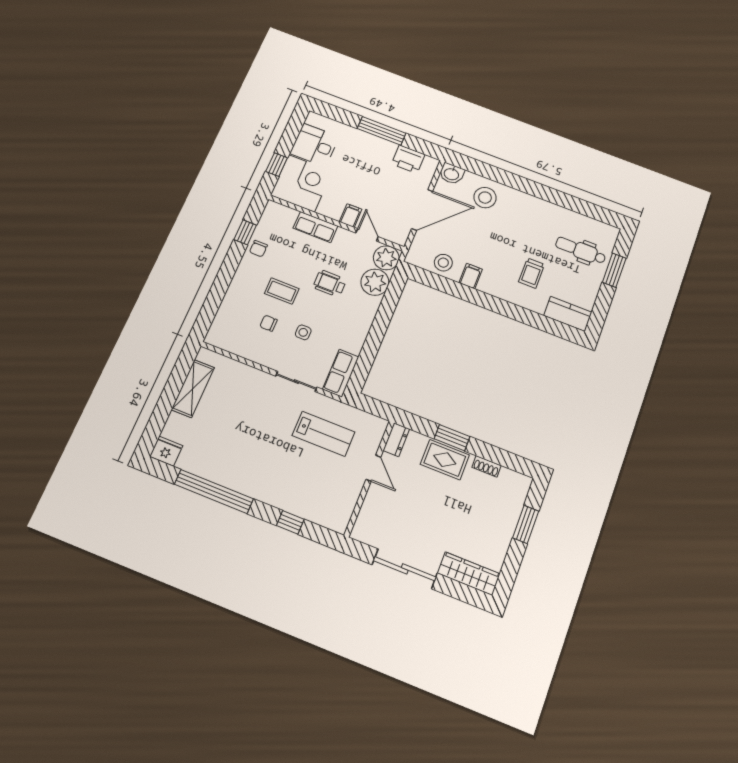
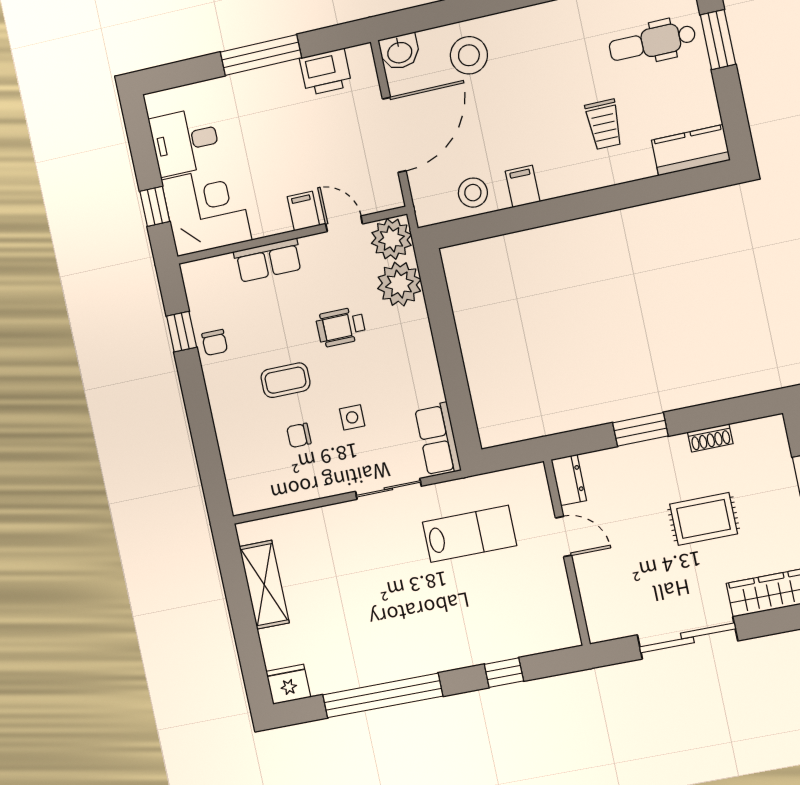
rug: (445, 460) -> (704, 519), moved

